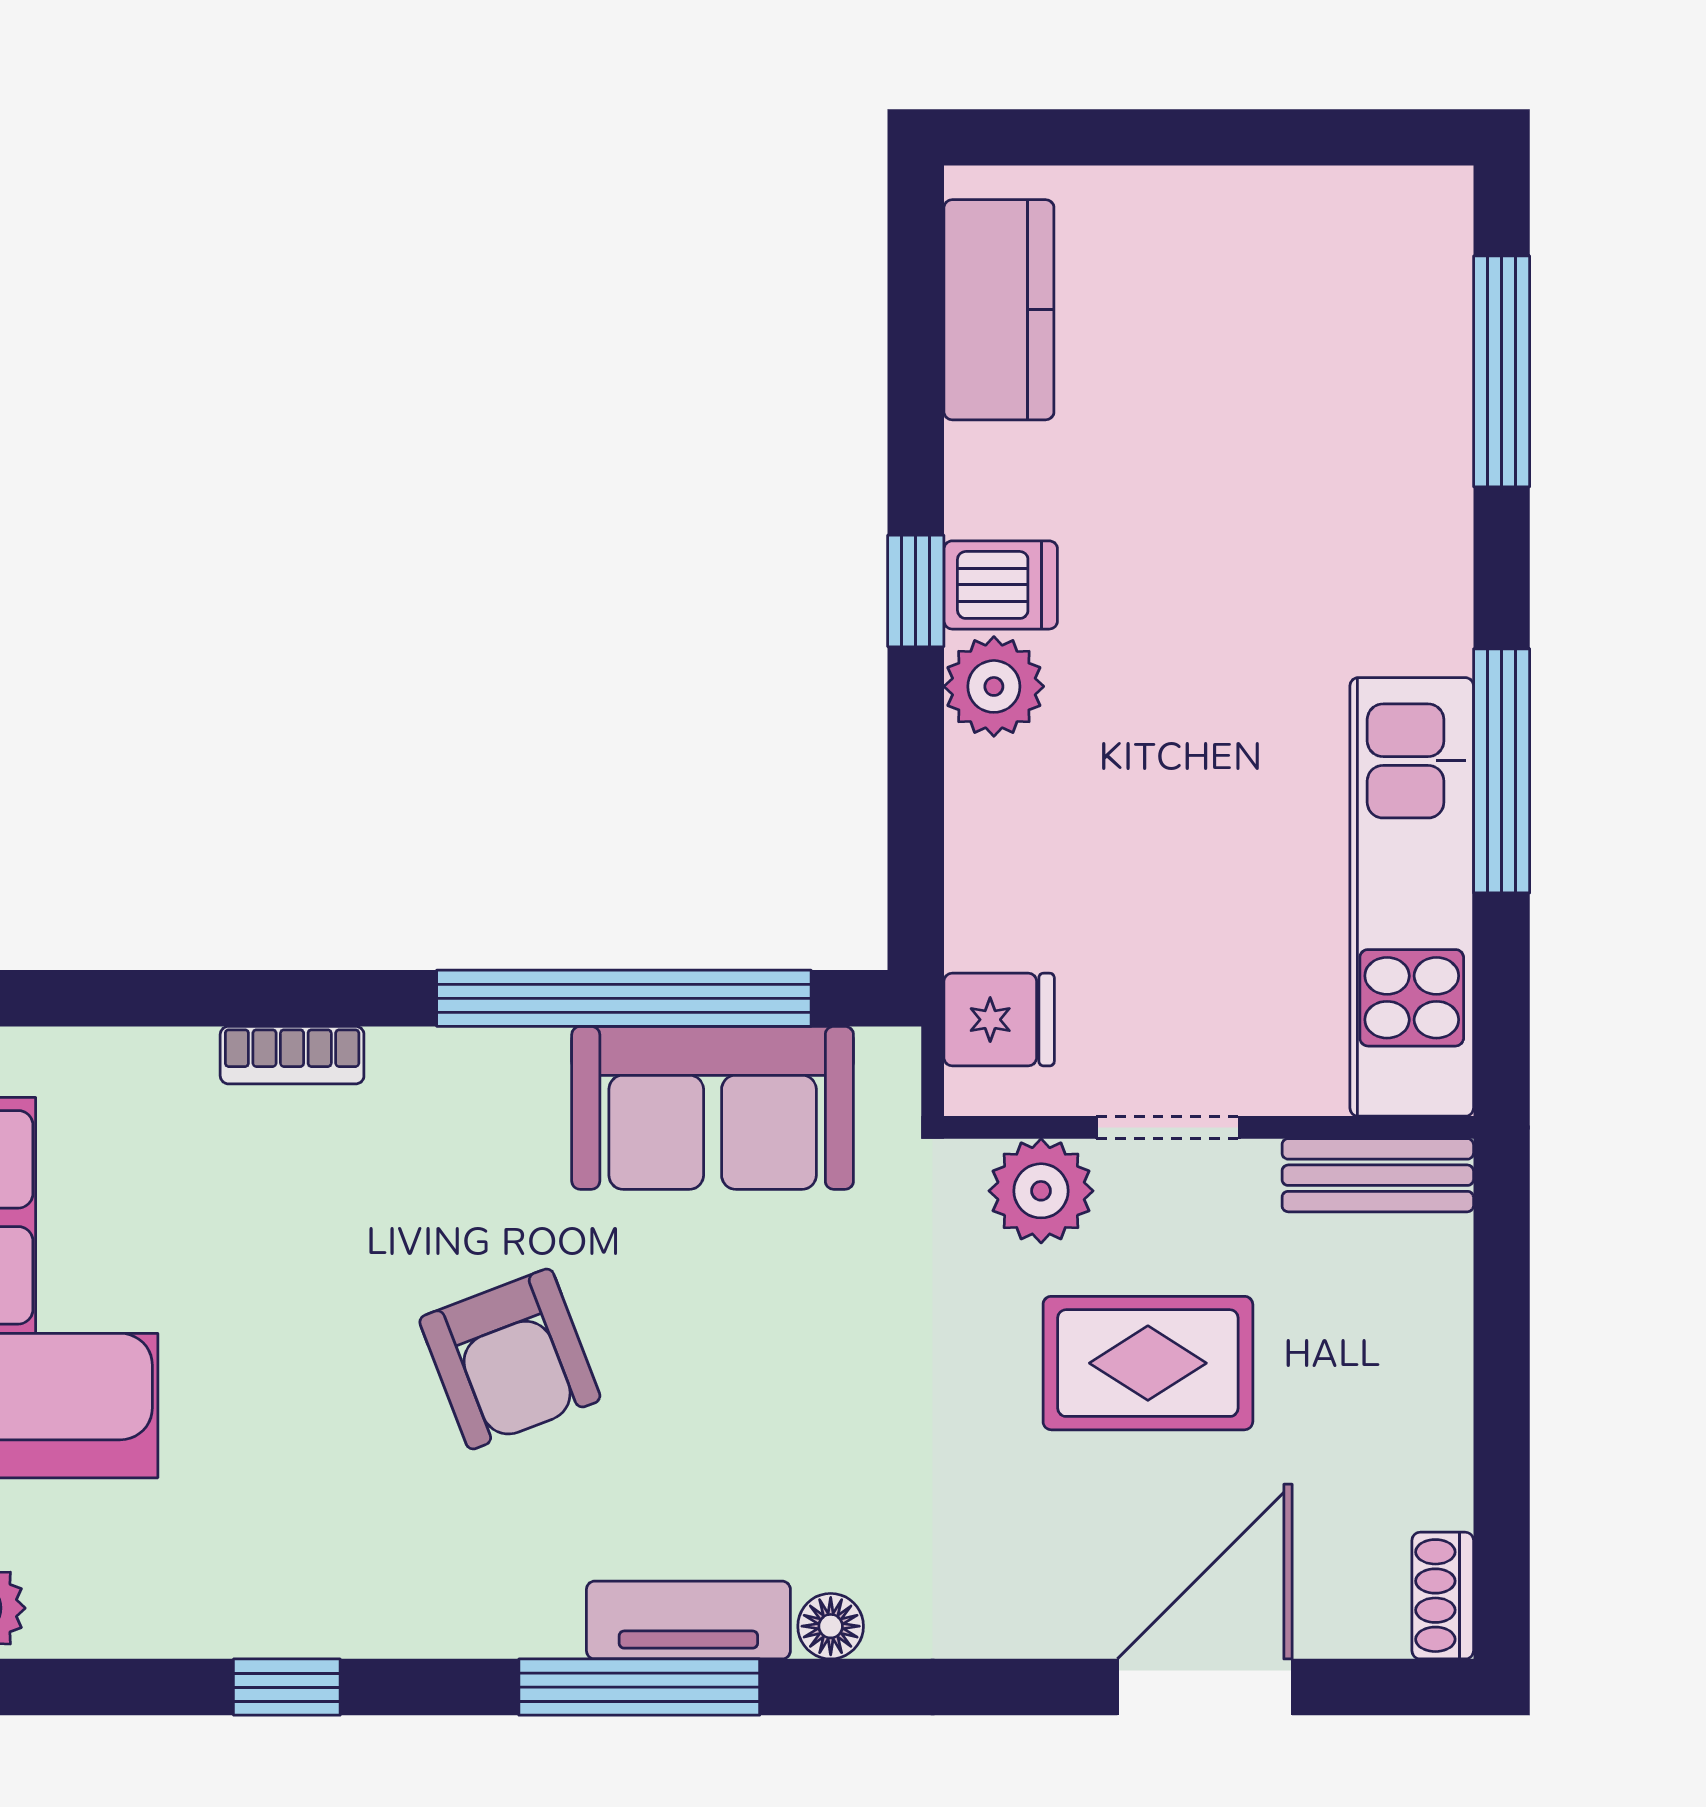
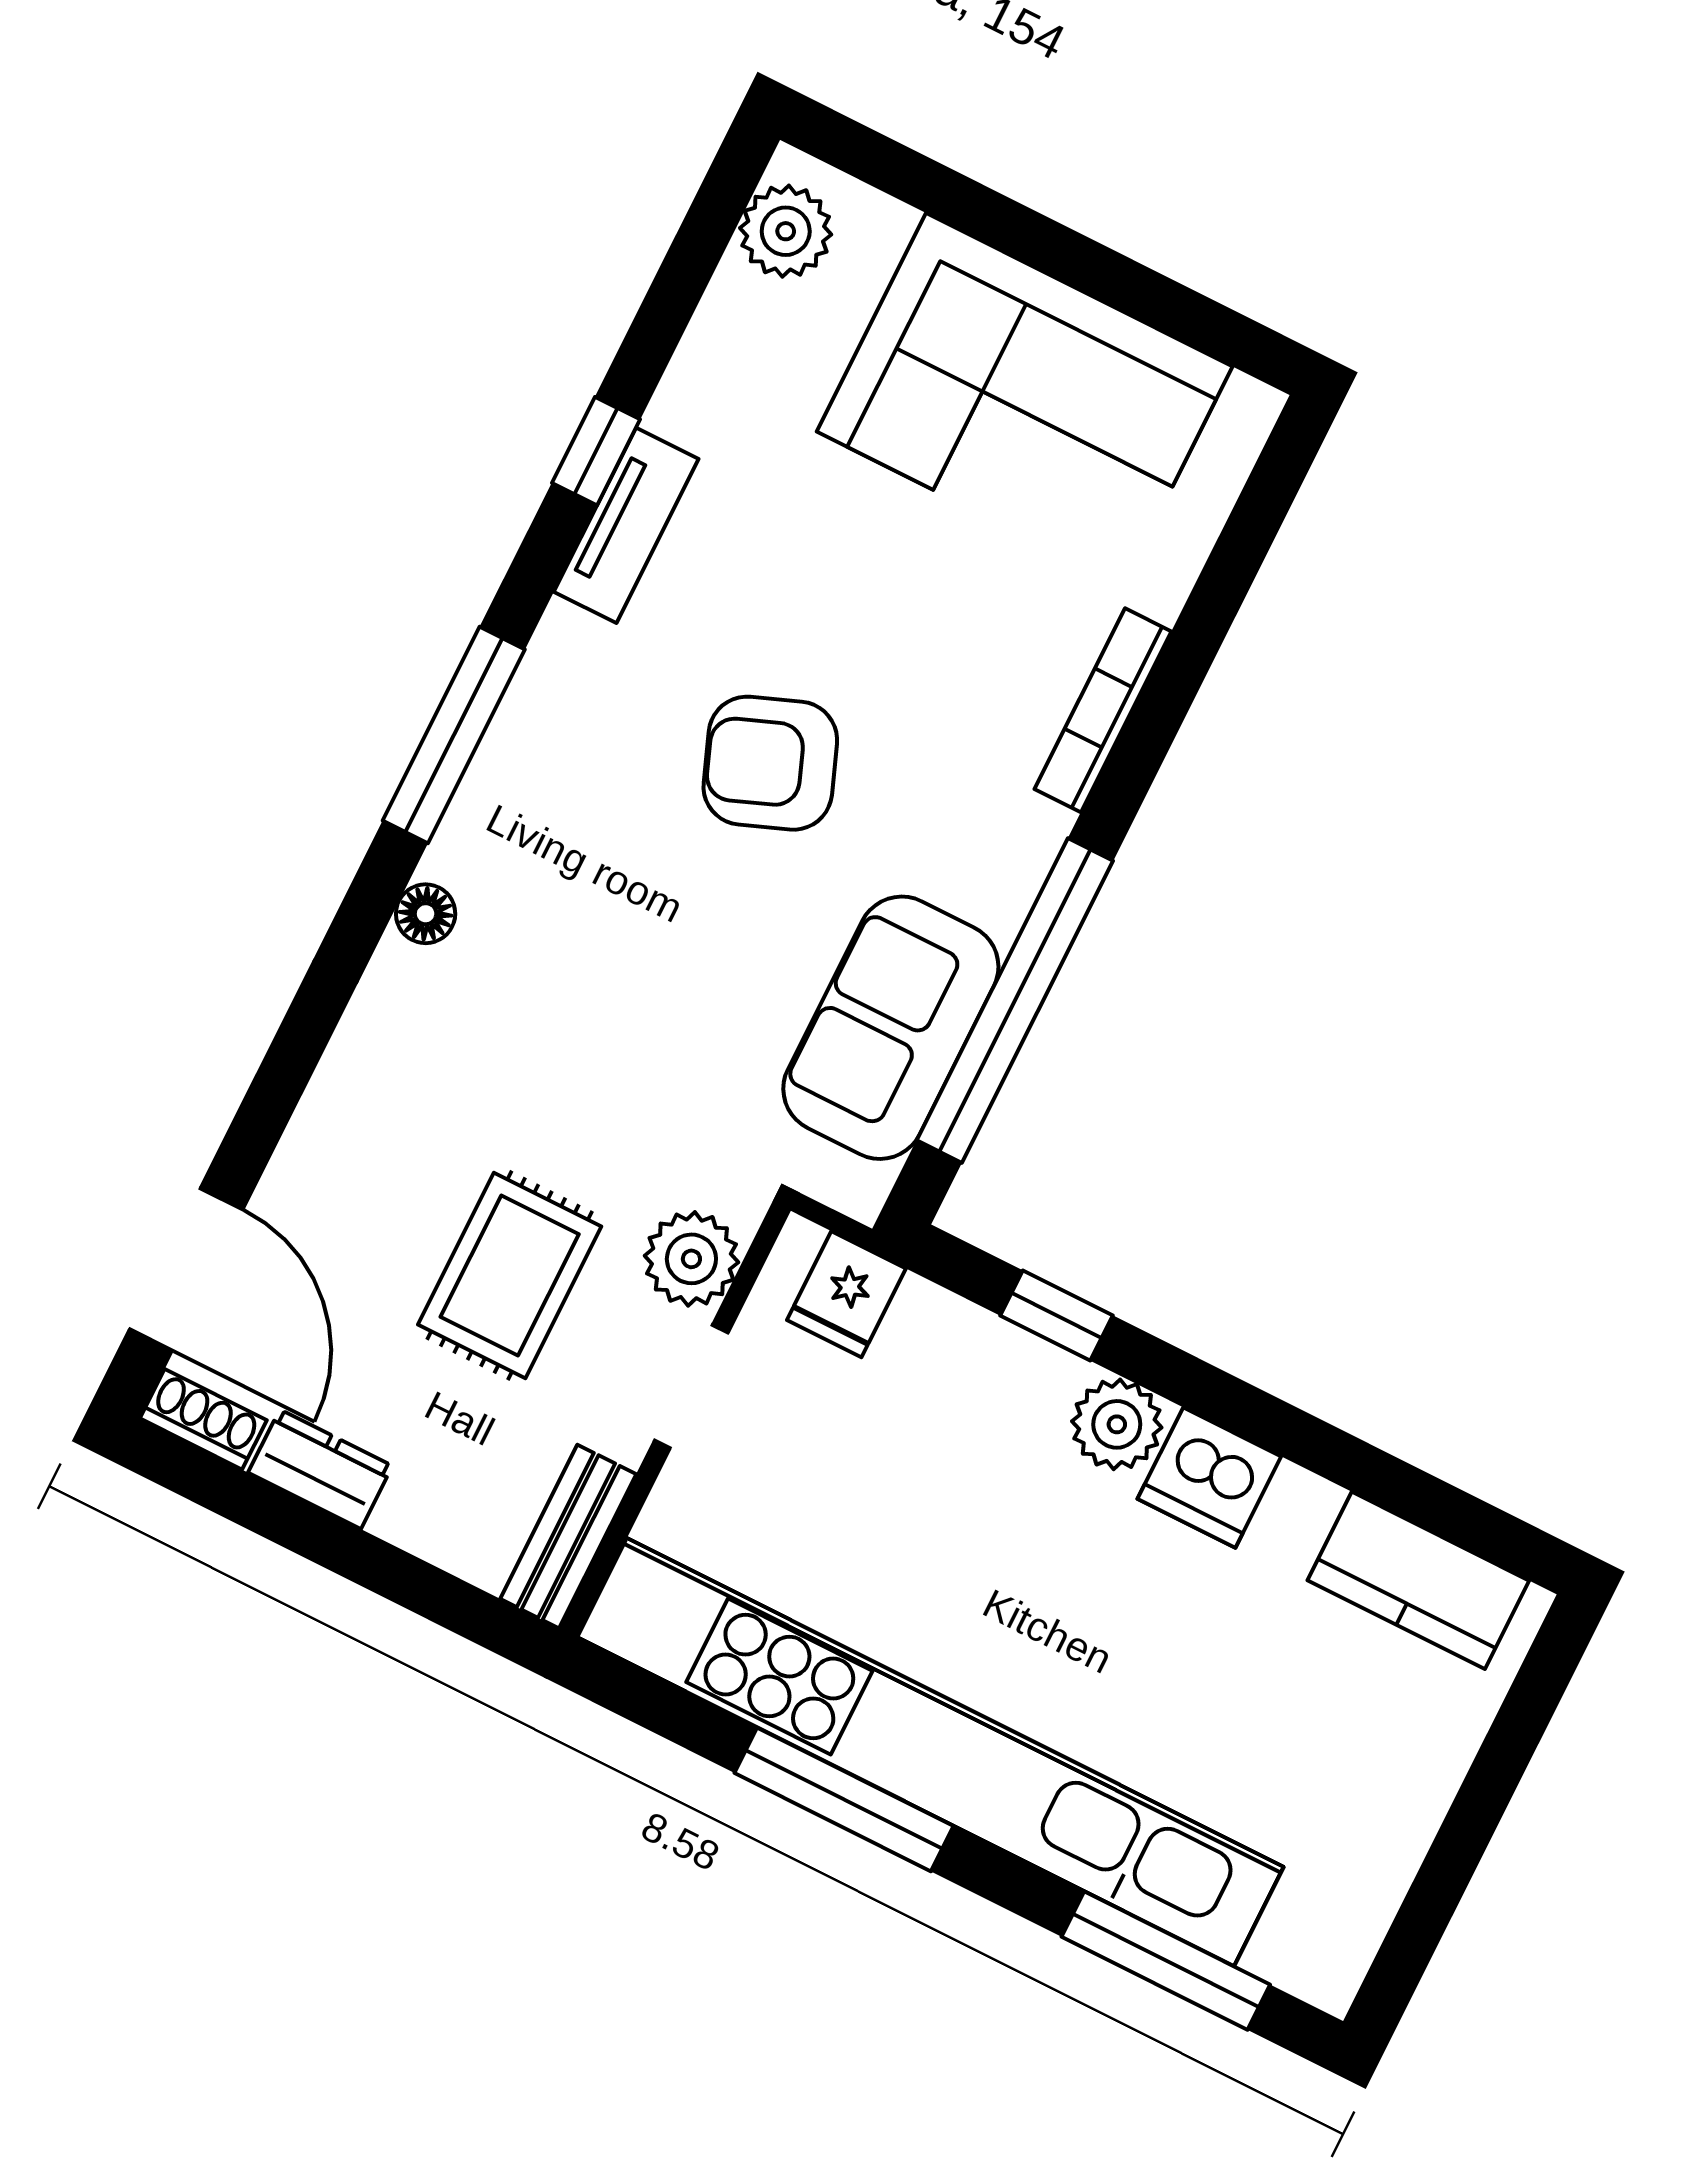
dishwasher: (1001, 585) -> (1209, 1478), width x1.38
window: (916, 591) -> (1057, 1316), moved
kitchen unit: (1412, 897) -> (930, 1752), width x1.86
bookcase: (292, 1055) -> (1103, 710), width x1.56
dresser: (1434, 1455) -> (320, 1469), added
tv unit: (688, 1620) -> (626, 525), moved
door: (1205, 1687) -> (186, 1269), moved

